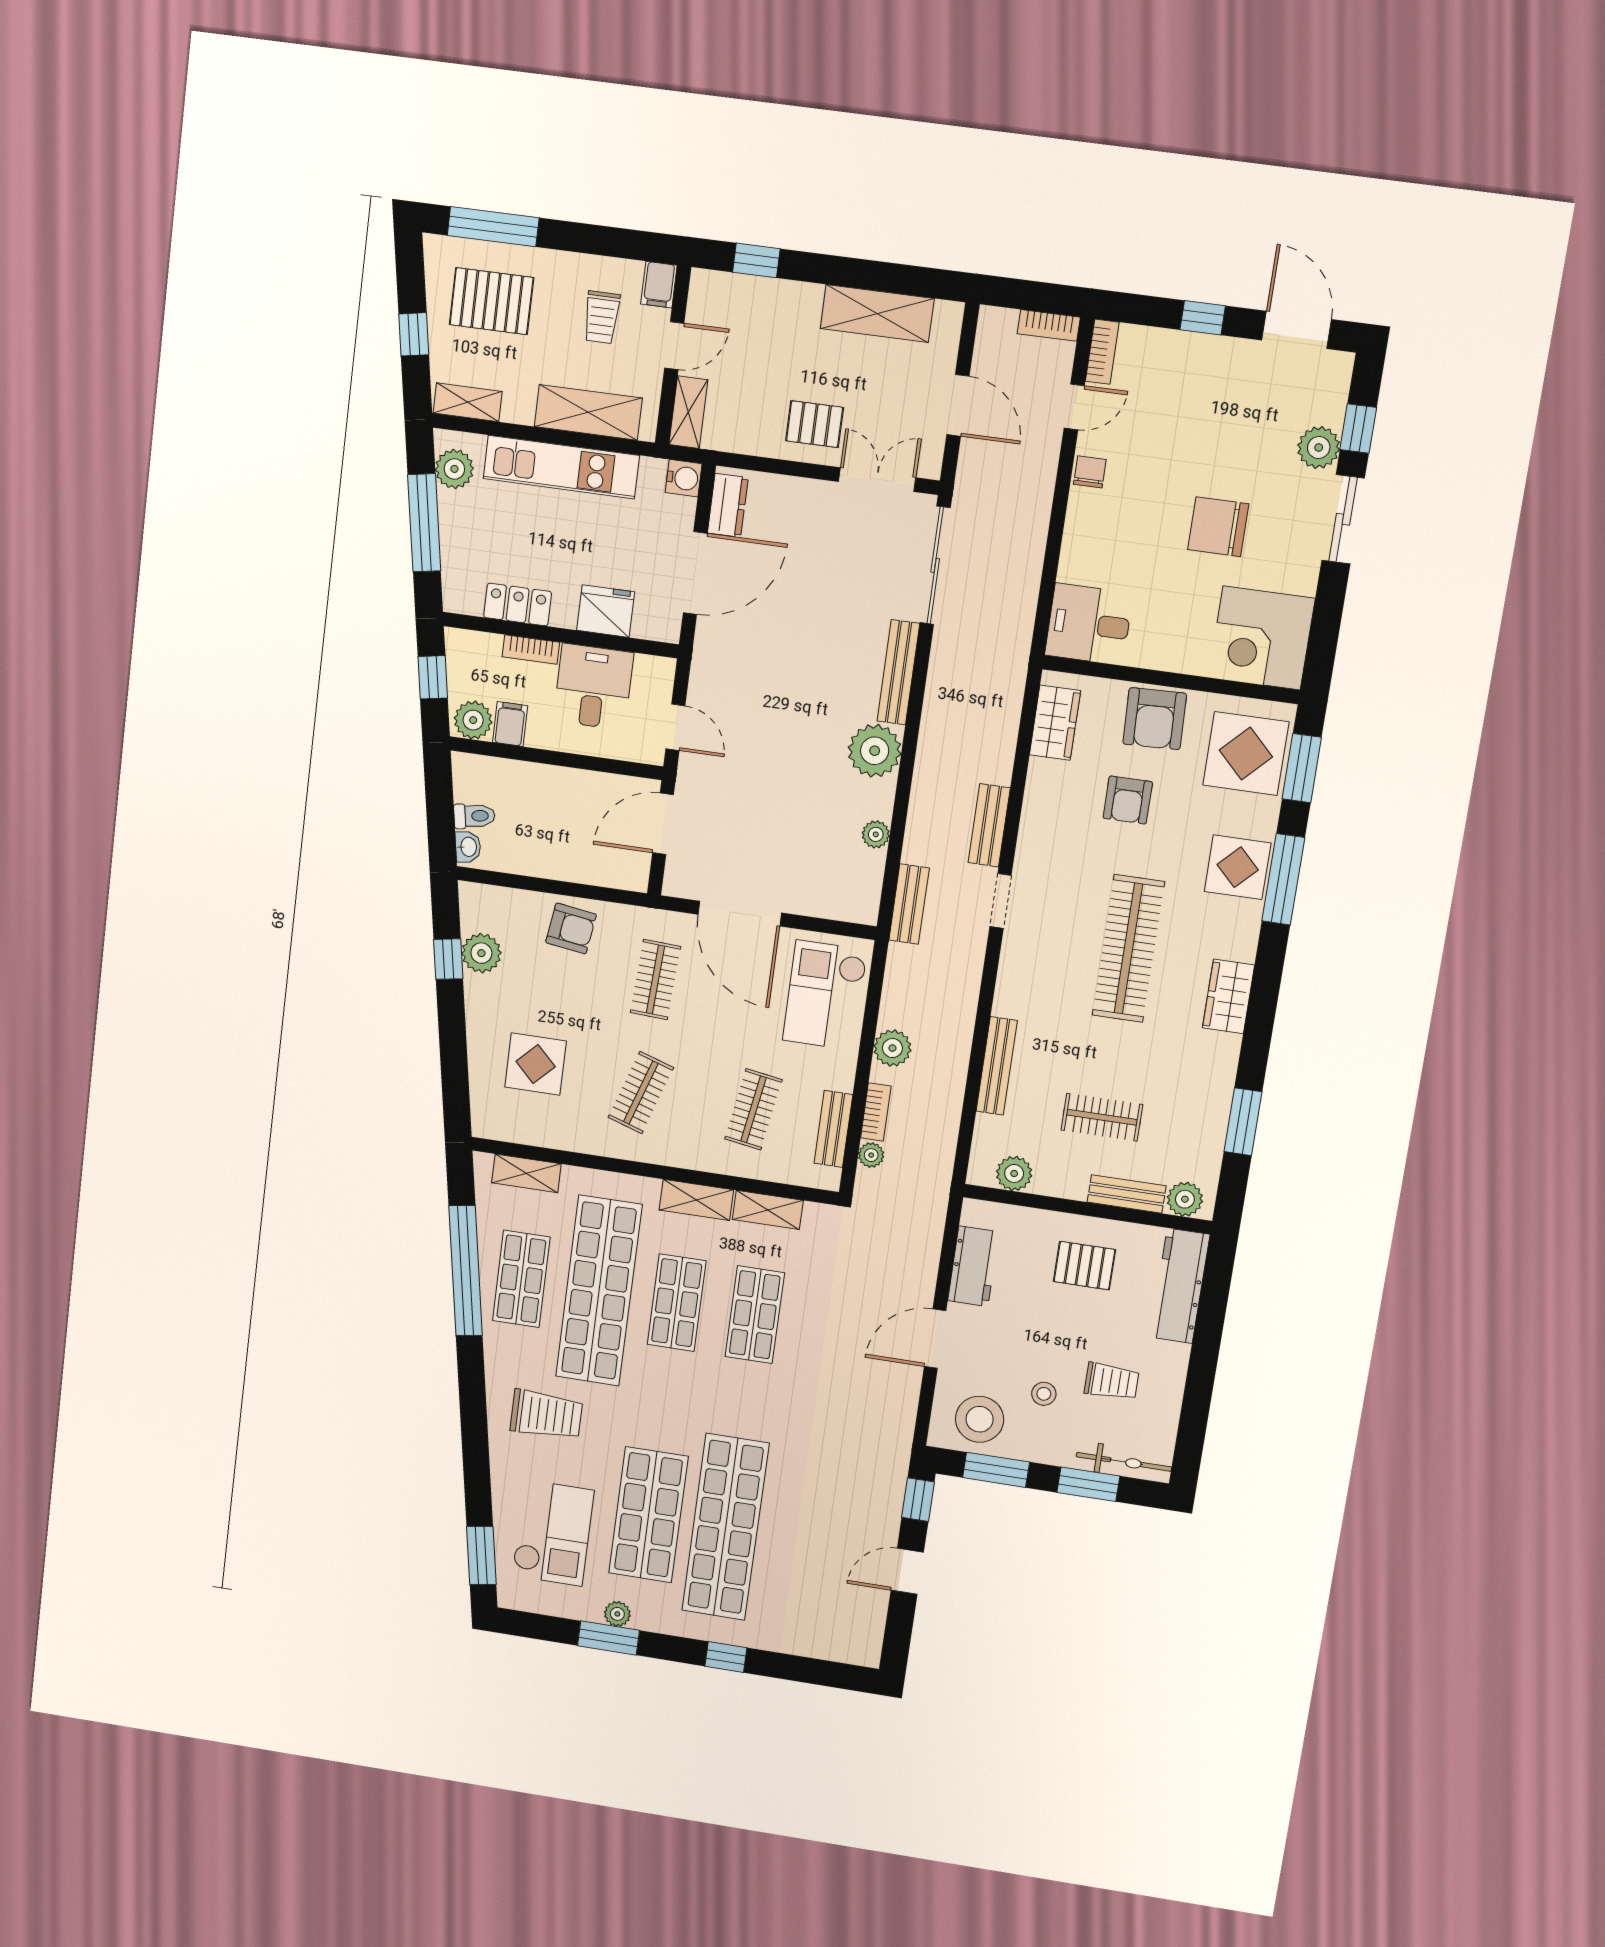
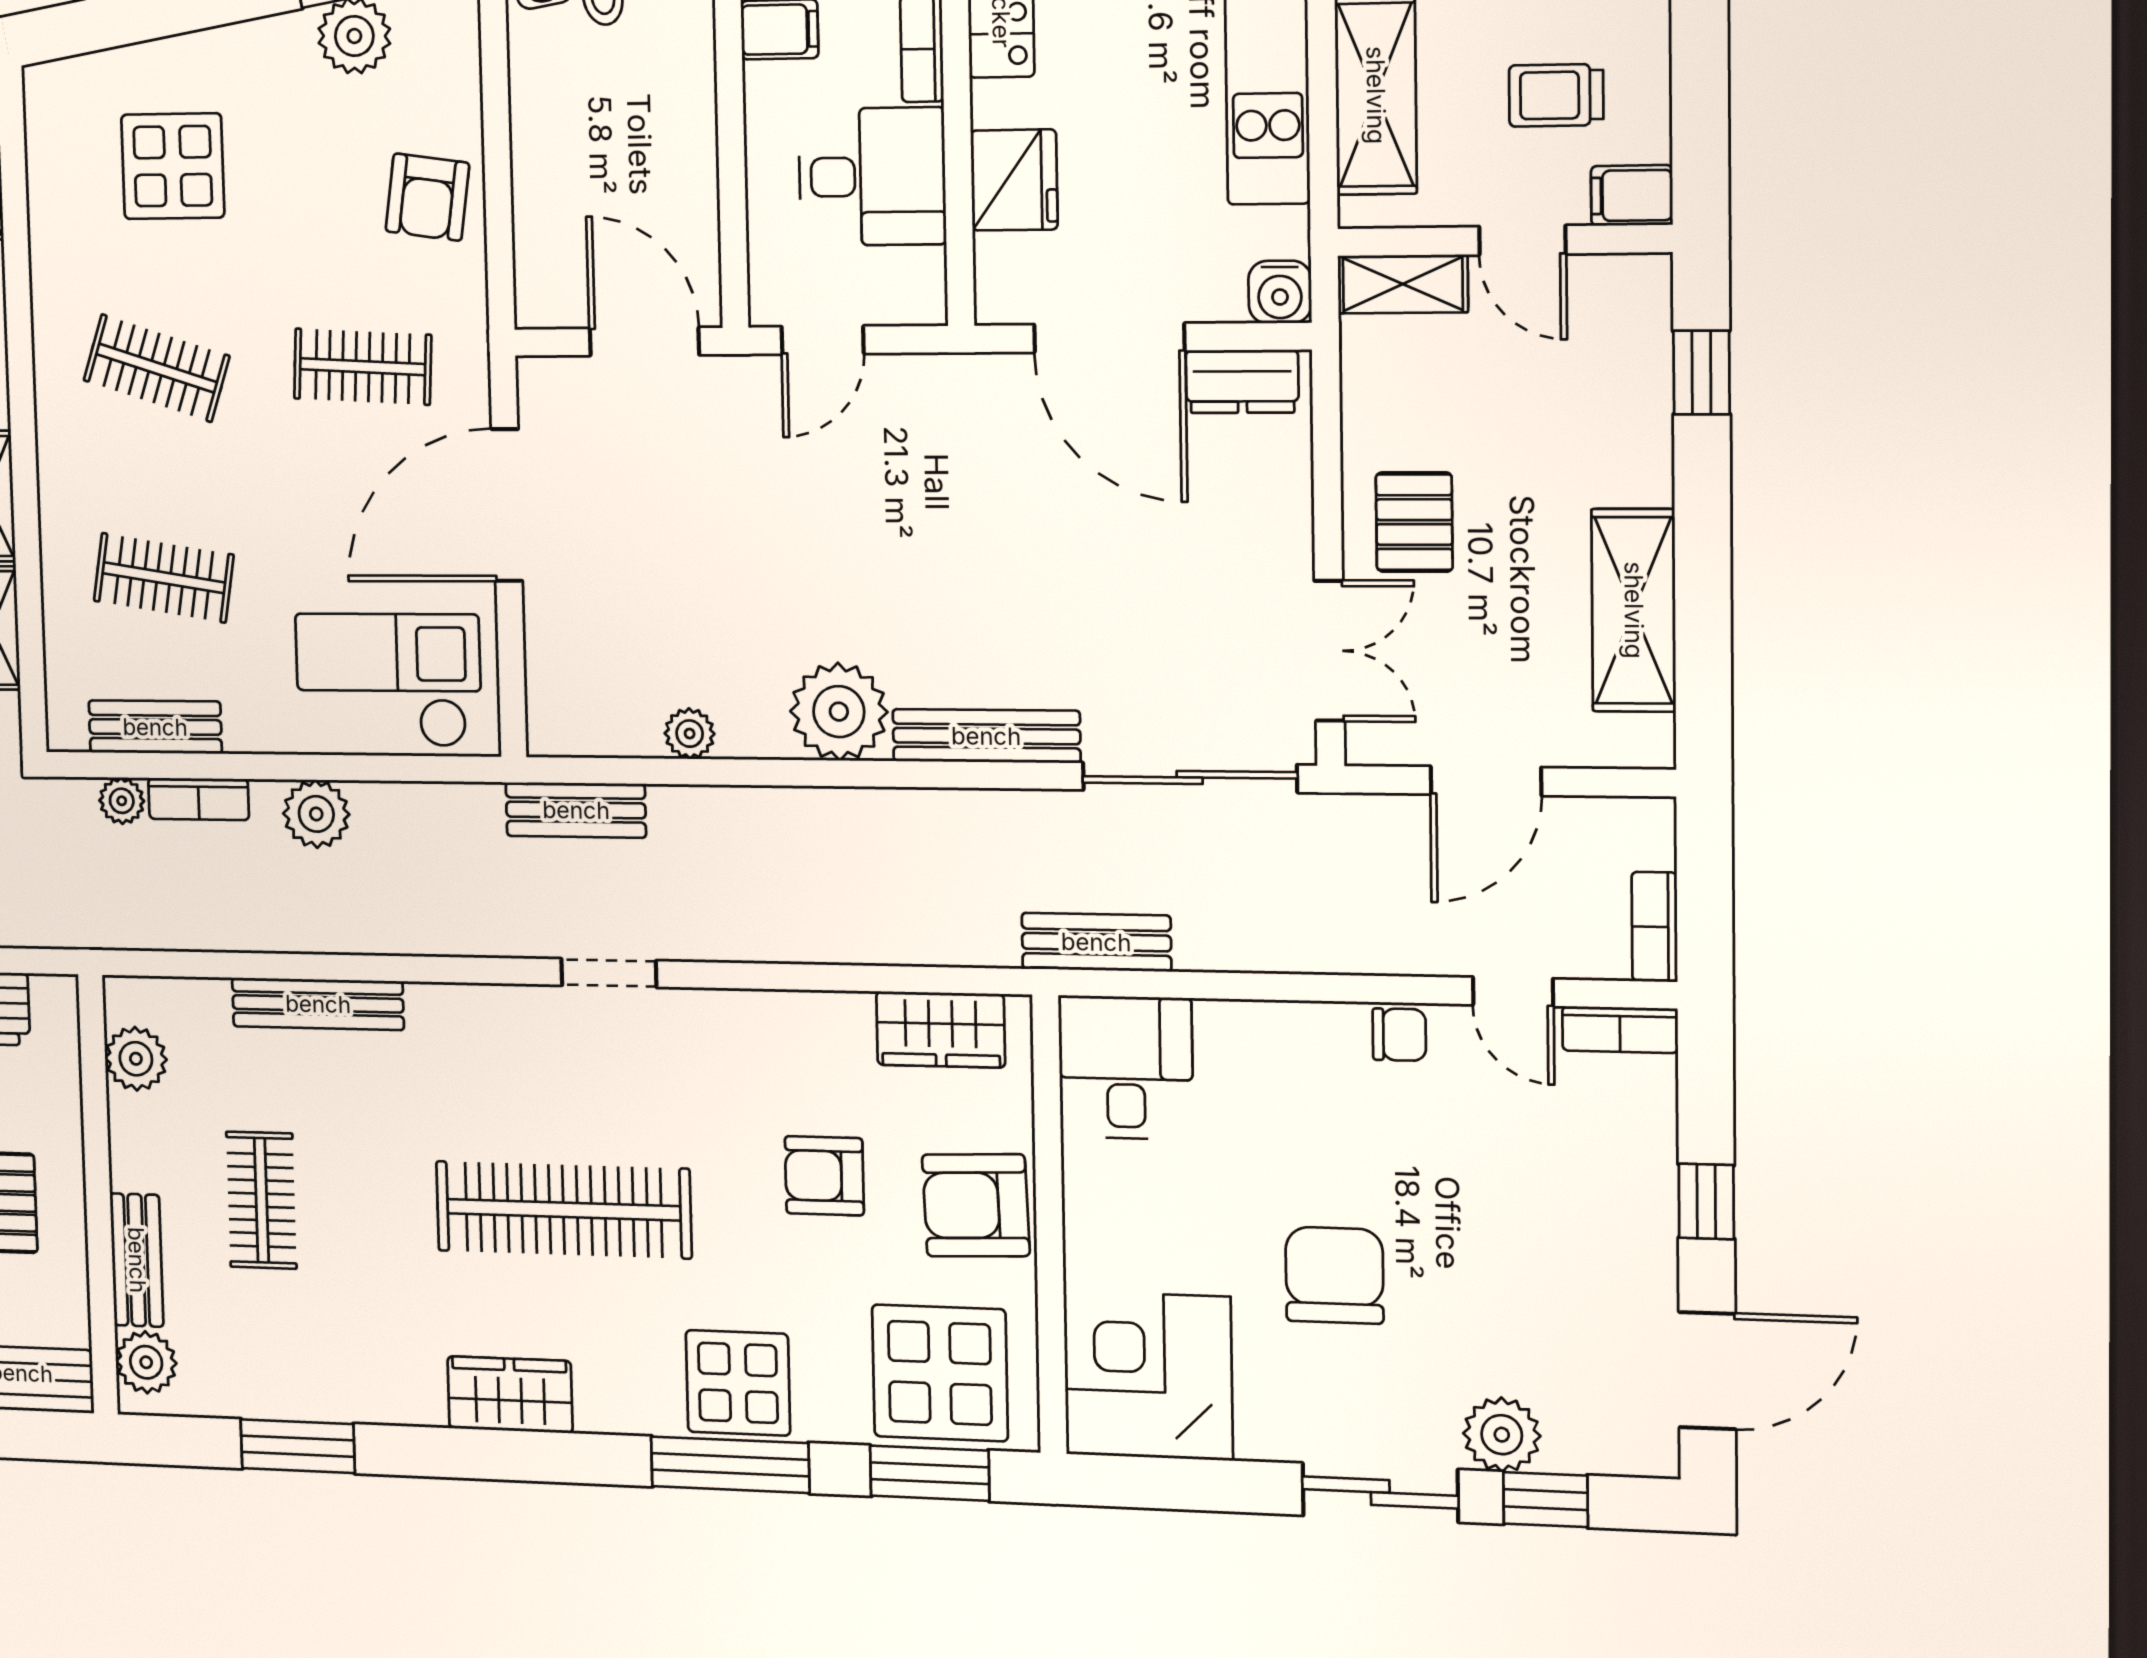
bench: (989, 825) -> (1096, 942), moved

